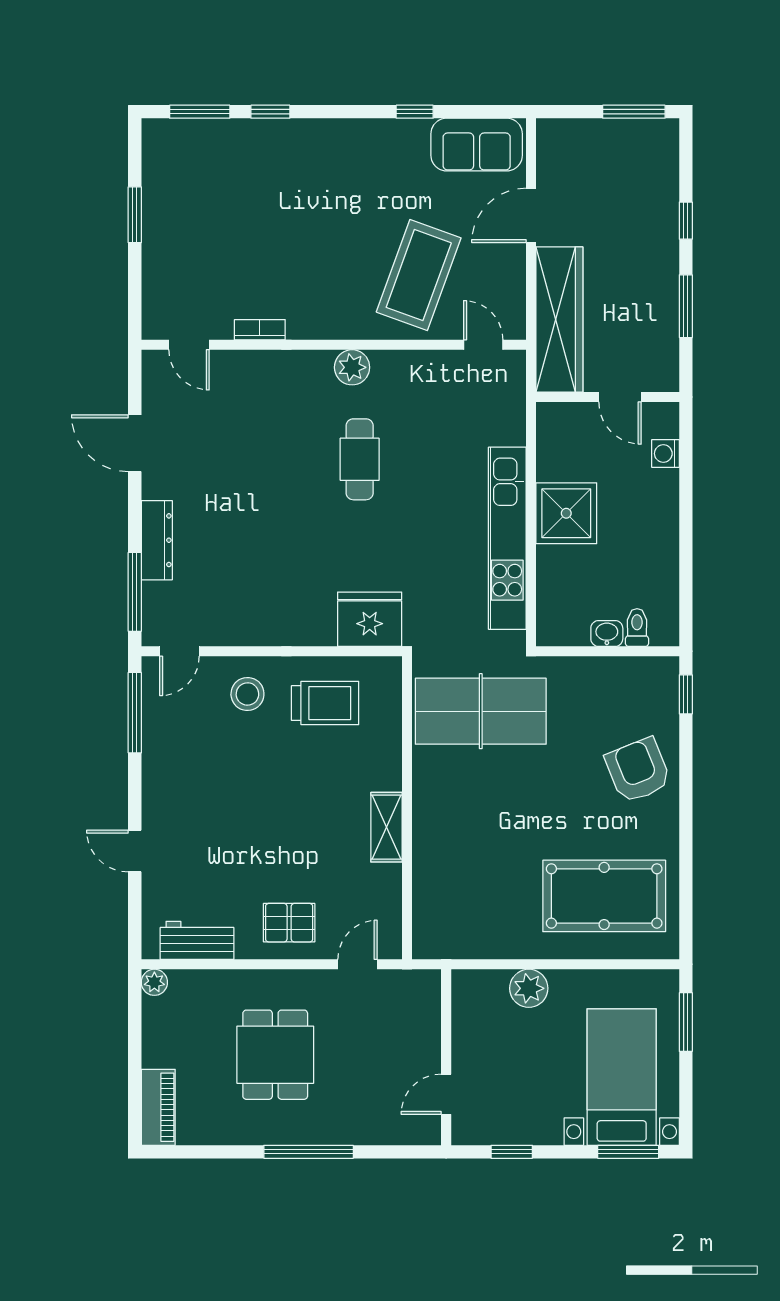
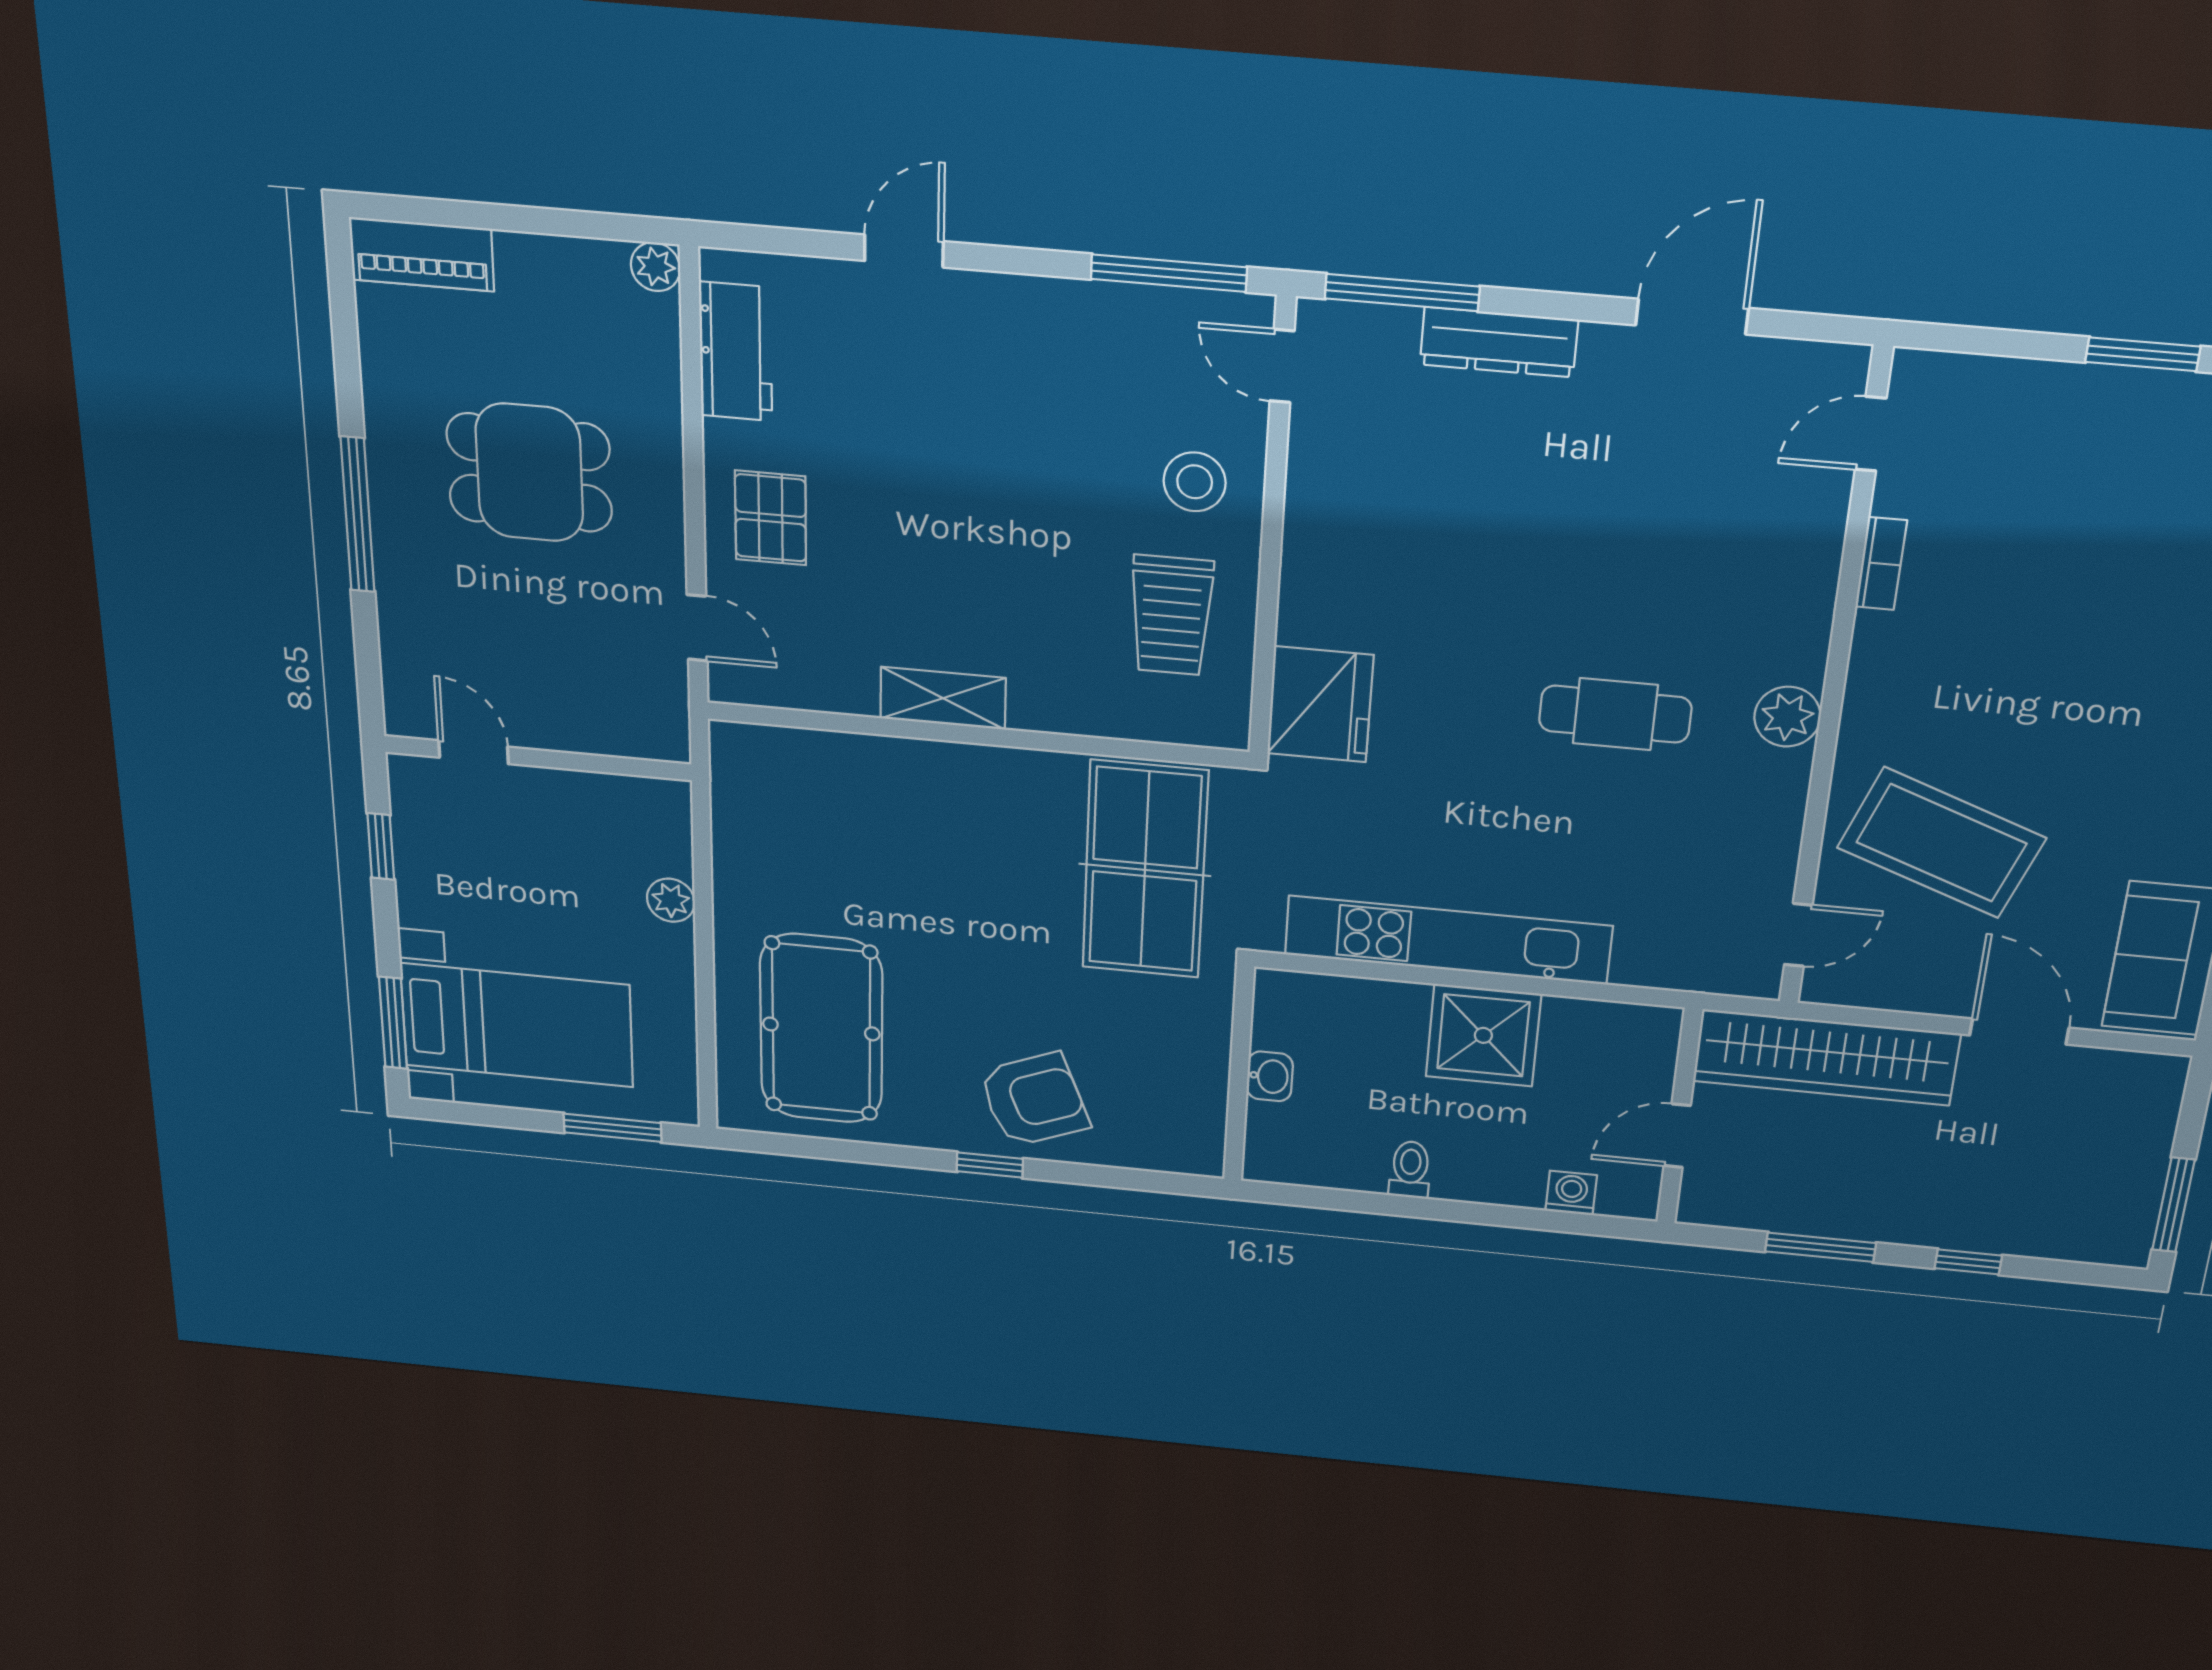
toilet: (637, 628) -> (1410, 1170), moved, turned -90
window: (686, 694) -> (990, 1165), moved
plant: (529, 988) -> (671, 900), width x0.73, depth x0.73

